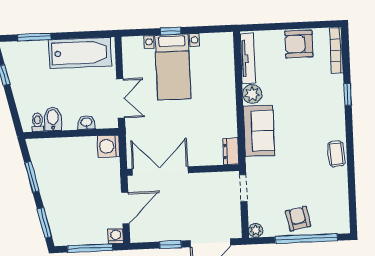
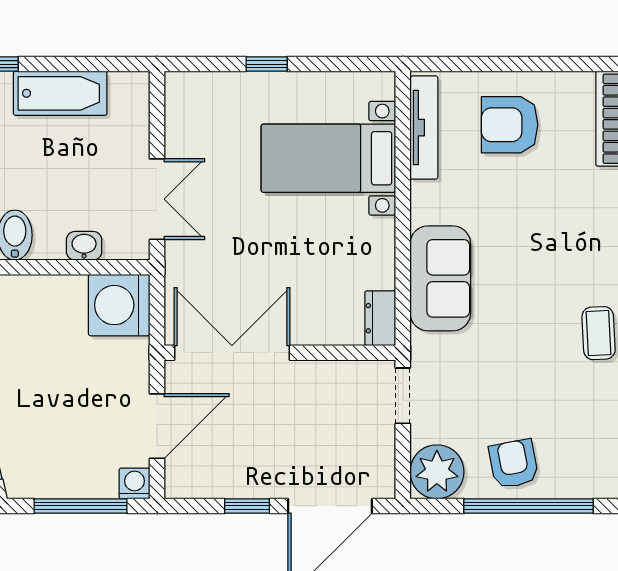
armchair: (299, 44) -> (510, 125), moved
bathtub: (80, 53) -> (60, 93), width x0.73, depth x0.73
bed with nightstands: (173, 67) -> (328, 158), moved, turned 90
plant: (252, 94) -> (430, 202), removed
washing machine: (108, 146) -> (119, 305), width x1.37, depth x1.37
plant: (256, 230) -> (437, 472), width x1.88, depth x1.88

